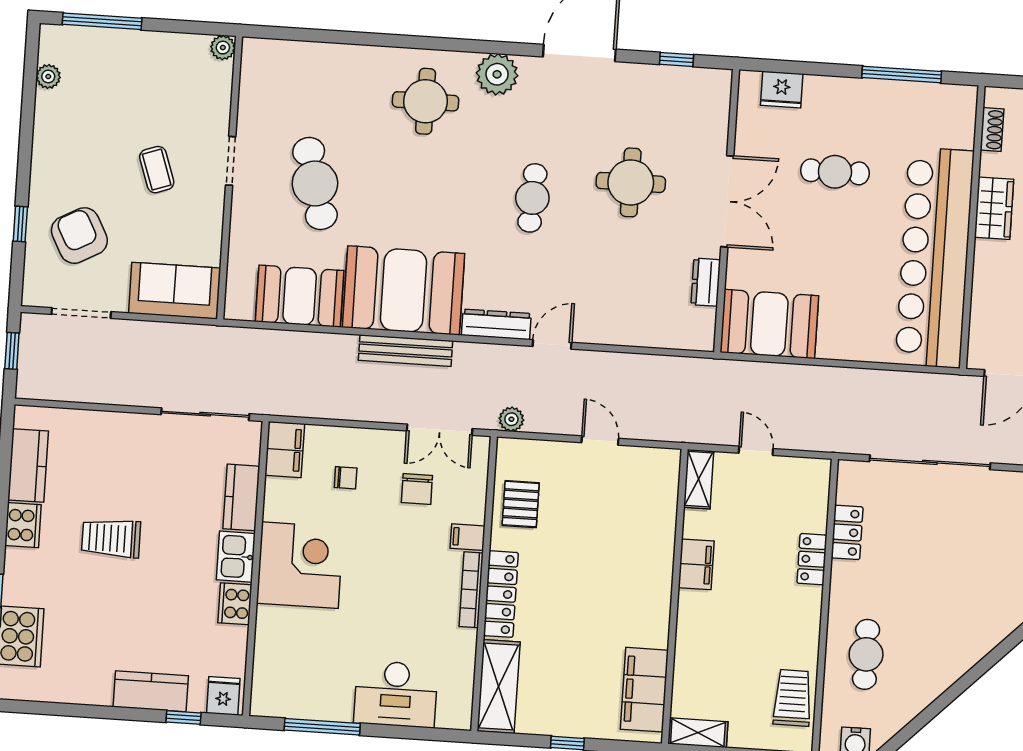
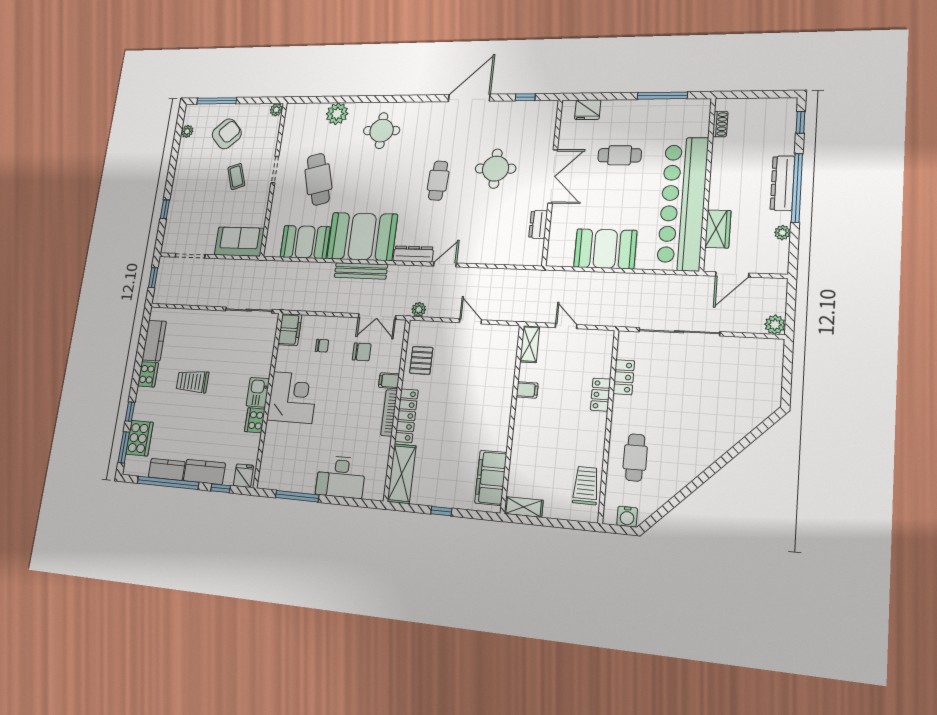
plant: (497, 74) -> (337, 114), moved
wardrobe: (994, 208) -> (718, 229), moved
armchair: (79, 236) -> (227, 134), moved, turned 75
booth: (769, 324) -> (605, 249), moved
chair: (417, 489) -> (362, 352), turned -90
kitchen counter: (241, 497) -> (167, 469), moved, turned 90
filing cabinet: (696, 564) -> (527, 390), width x0.50
window: (84, 711) -> (168, 483), added

